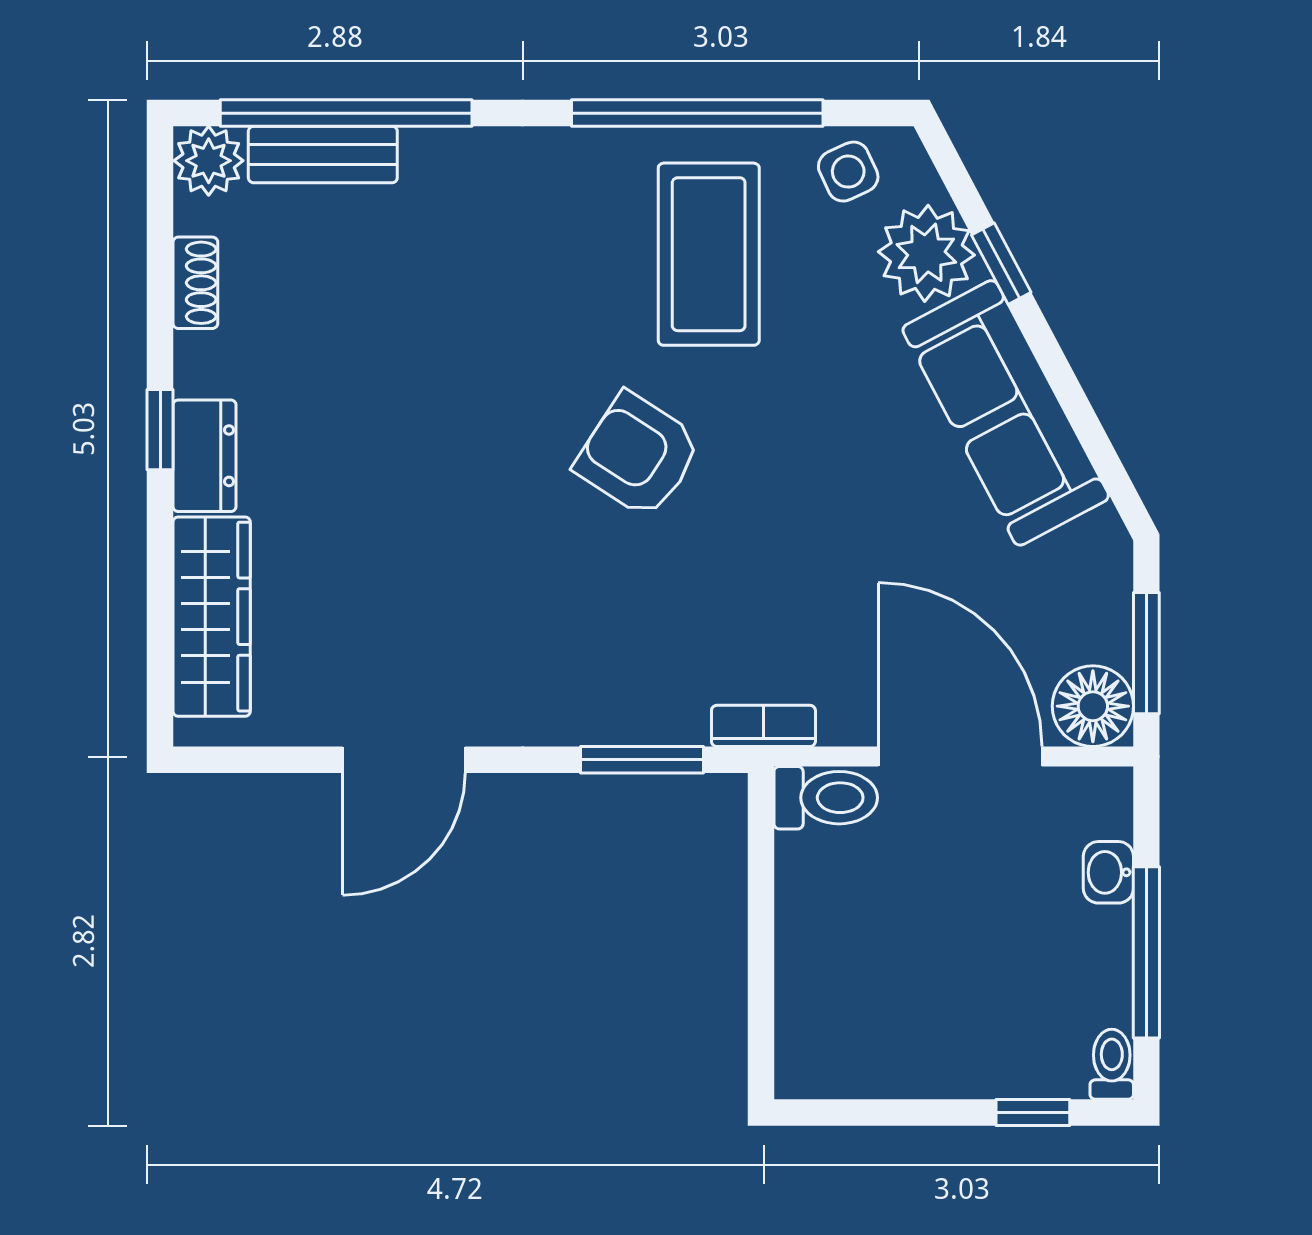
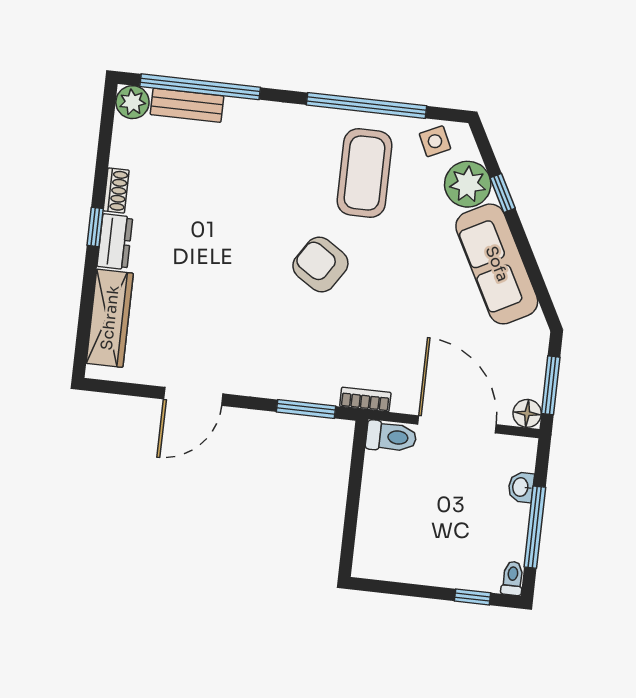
shoe rack: (195, 283) -> (116, 191), moved
floor lamp: (1093, 706) -> (527, 413), width x0.73, depth x0.73

